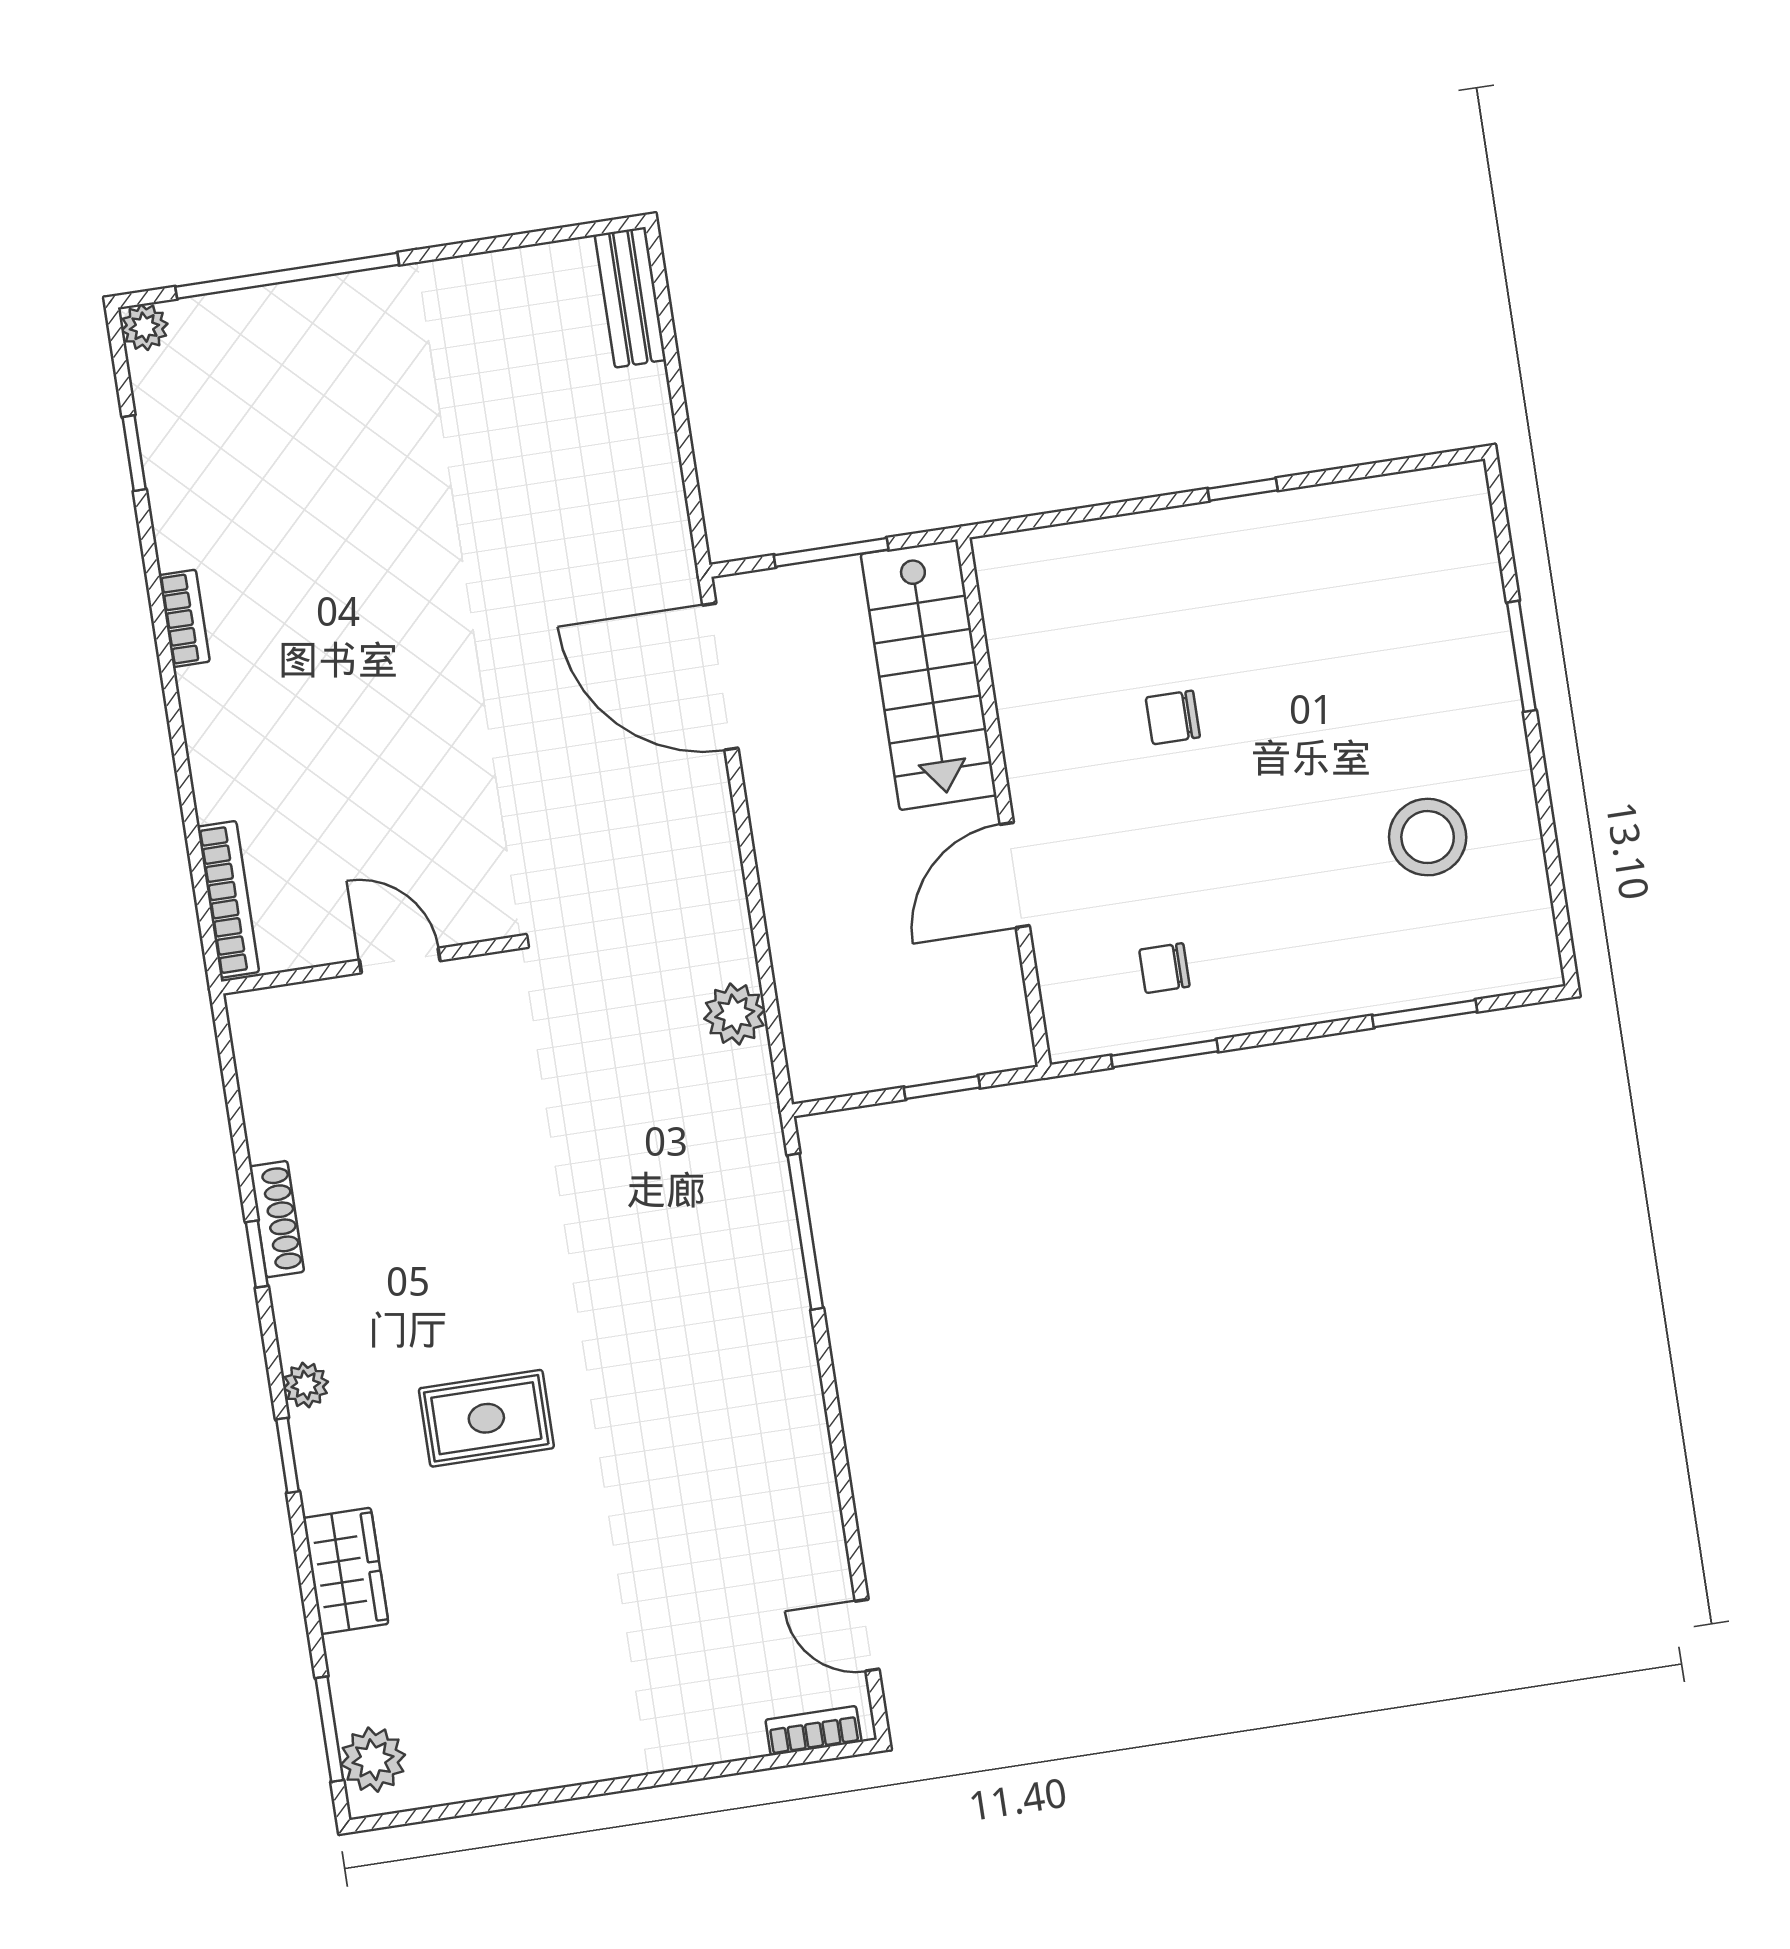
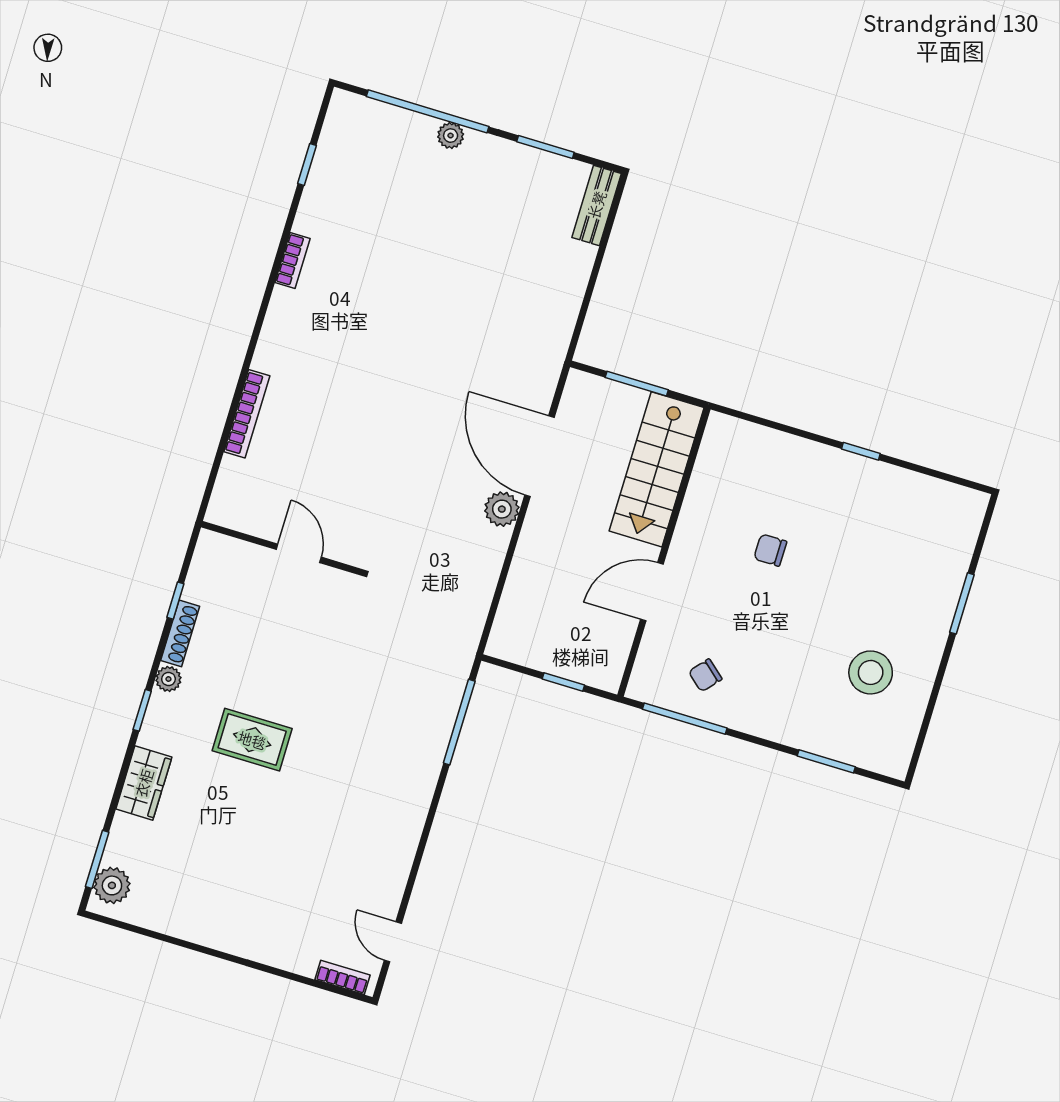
window: (503, 243) -> (545, 147), added
plant: (144, 327) -> (451, 136), moved
door: (720, 677) -> (539, 456), moved
door: (400, 960) -> (299, 553), moved
wall: (369, 965) -> (282, 548), moved
chair: (1164, 968) -> (705, 675), turned -49
plant: (735, 1014) -> (502, 509), moved
window: (1165, 1053) -> (685, 719), width x1.44
shoe rack: (277, 1219) -> (180, 633), moved

